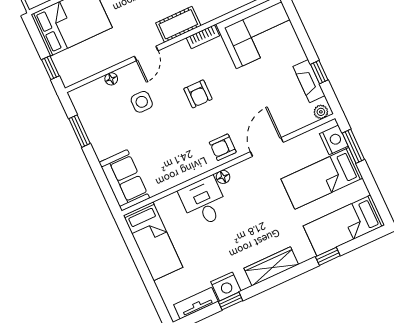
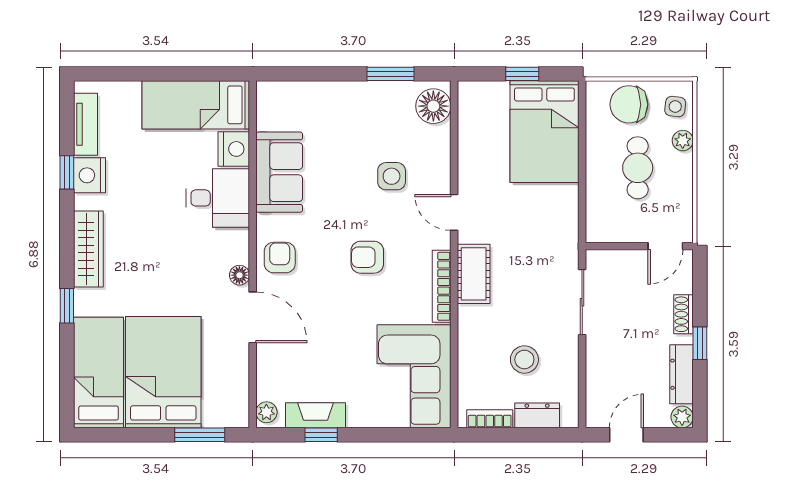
bookcase: (203, 37) -> (442, 286), width x1.56
window: (50, 68) -> (522, 74), moved
floor lamp: (111, 79) -> (433, 106), moved, width x1.89, depth x1.89
nightstand: (334, 140) -> (234, 149), moved, turned -90
floor lamp: (223, 177) -> (239, 275), moved
bed: (322, 178) -> (163, 372), width x1.50
sofa: (124, 180) -> (279, 172), moved, turned -90
window: (328, 256) -> (67, 306), moved

